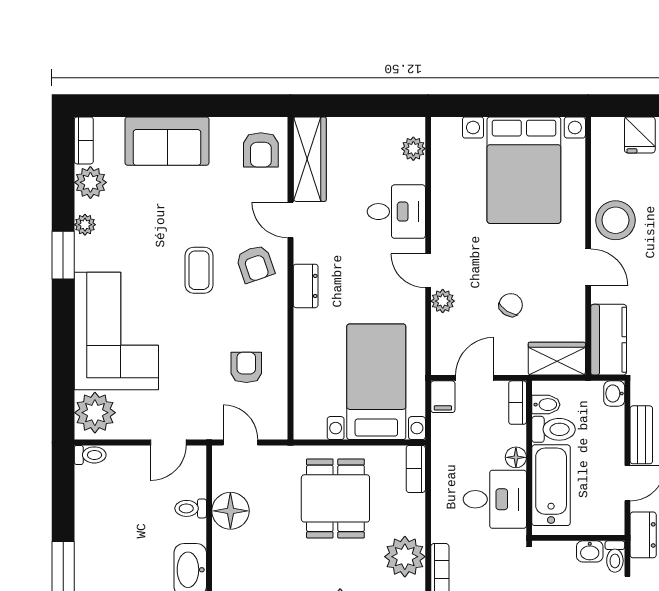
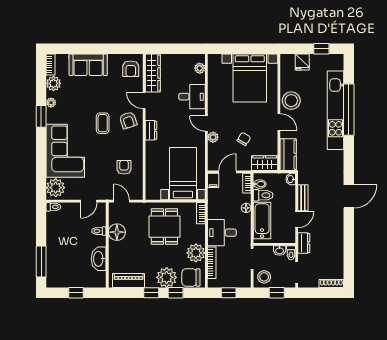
desk: (495, 499) -> (222, 233), moved, turned 180

